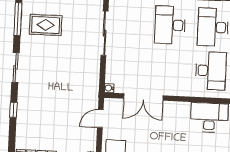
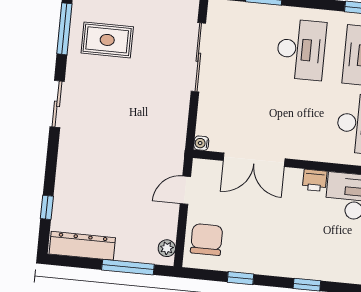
desk: (170, 25) -> (301, 50), turned 180
printer: (183, 108) -> (315, 180), added
window: (13, 110) -> (47, 207), moved

